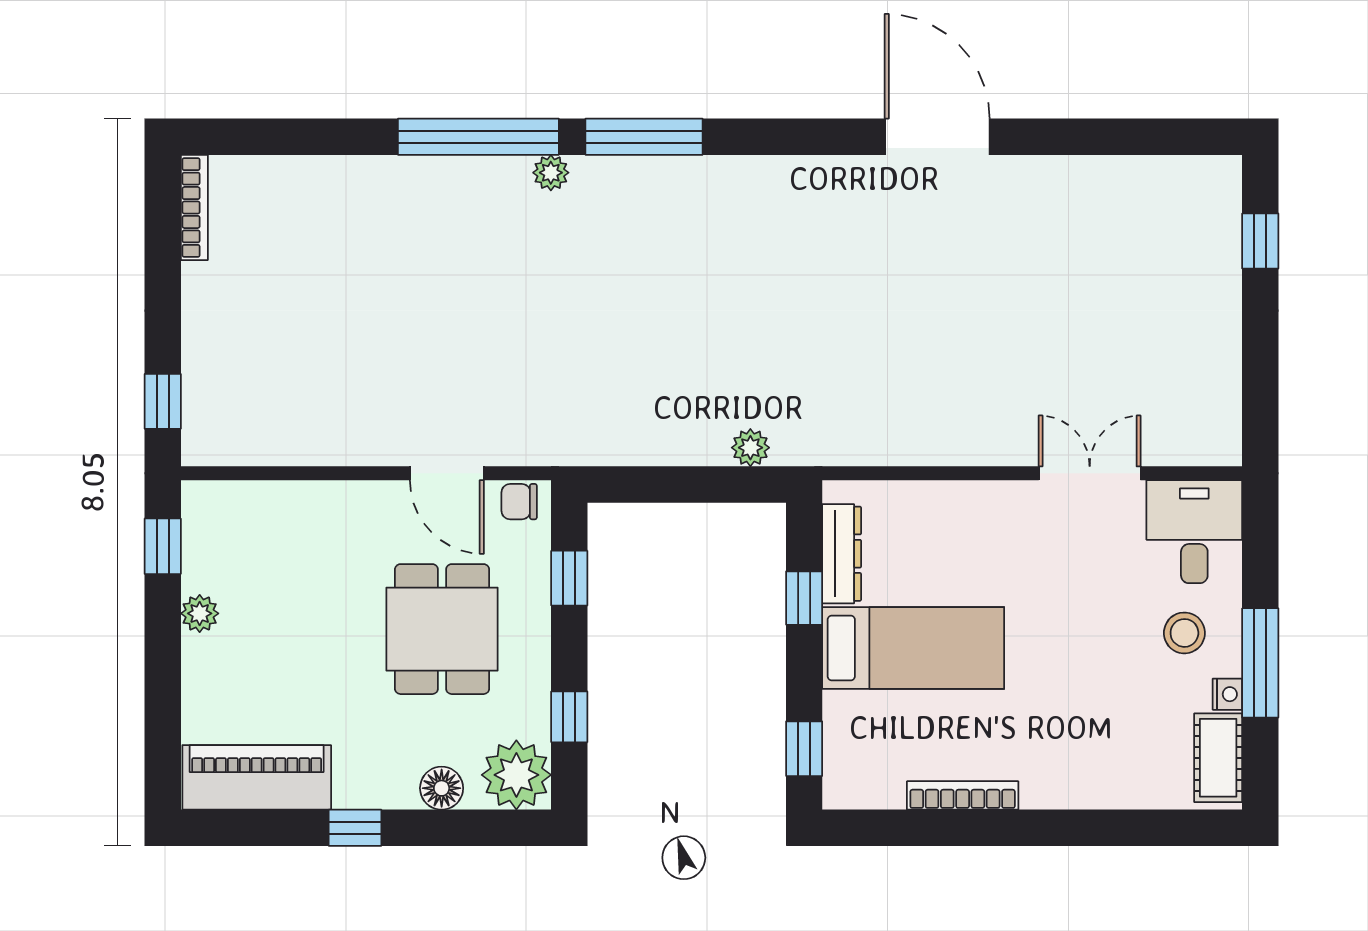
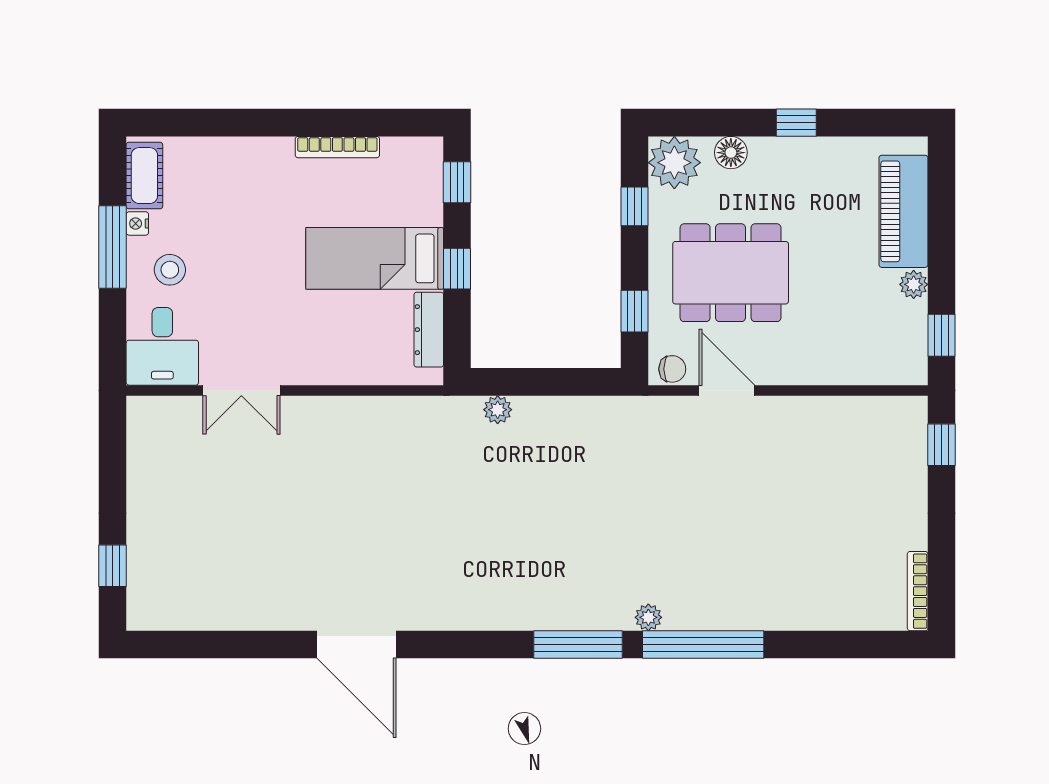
window: (804, 598) -> (457, 269), moved
dining table: (442, 629) -> (731, 273), width x1.38
piano: (257, 777) -> (903, 211), moved, turned 90

